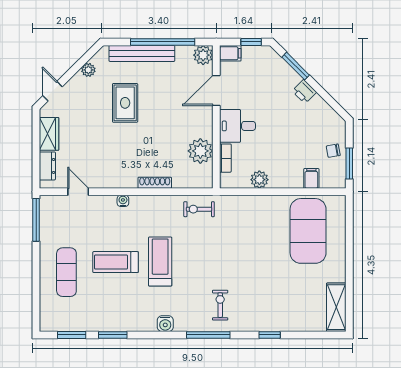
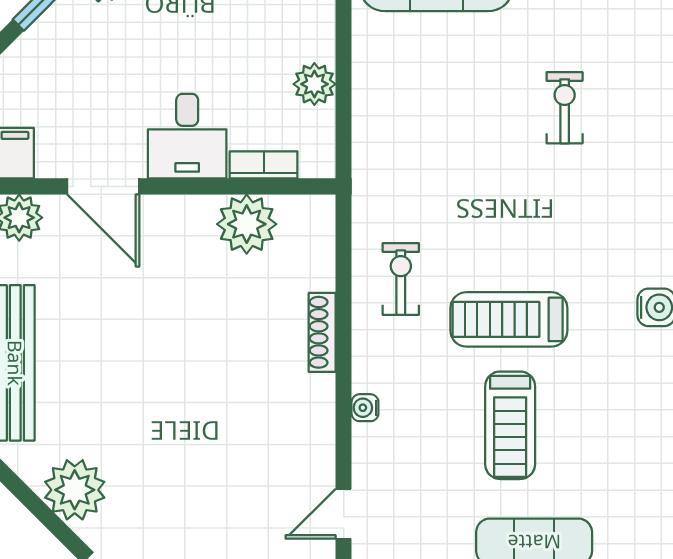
plant: (88, 70) -> (75, 490), width x1.88, depth x1.88
rug: (125, 103) -> (133, 403), removed
exercise bike: (199, 209) -> (401, 279), moved, turned 180
exercise bike: (220, 305) -> (565, 108), moved, turned 90

